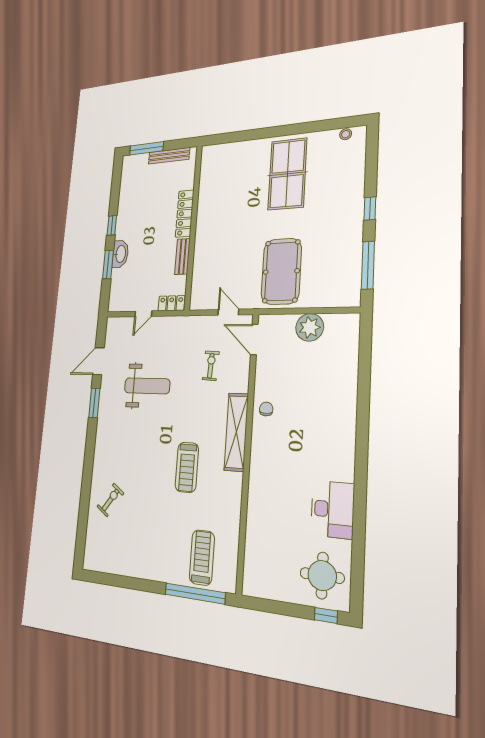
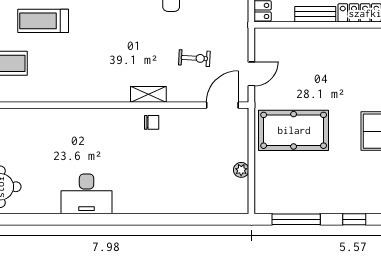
plant: (310, 327) -> (241, 170), width x0.53, depth x0.53
shelving: (236, 432) -> (148, 94), width x0.45, depth x0.75
treadmill: (187, 467) -> (43, 21), moved
desk: (332, 509) -> (87, 194), moved

